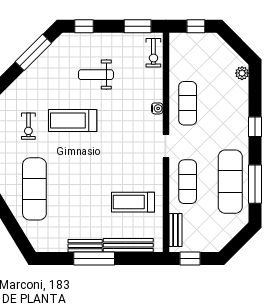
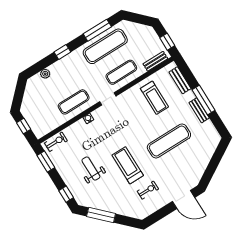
plant: (242, 73) -> (45, 74), moved
weight bench: (96, 75) -> (91, 169), turned 180
treadmill: (73, 121) -> (128, 165), turned 180
exercise mat: (34, 189) -> (169, 141), moved
bench: (128, 245) -> (180, 80), width x0.73

